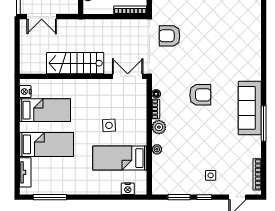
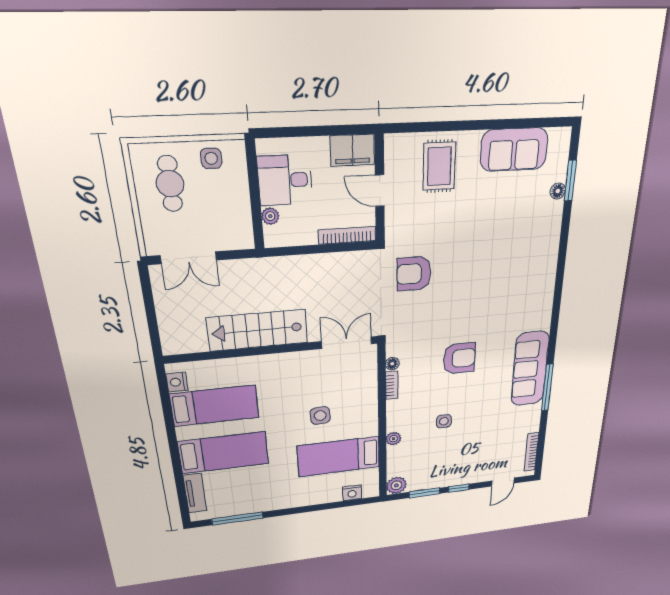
plant: (159, 127) -> (396, 485), moved
side table: (211, 175) -> (444, 421), moved

